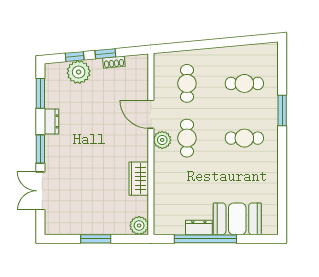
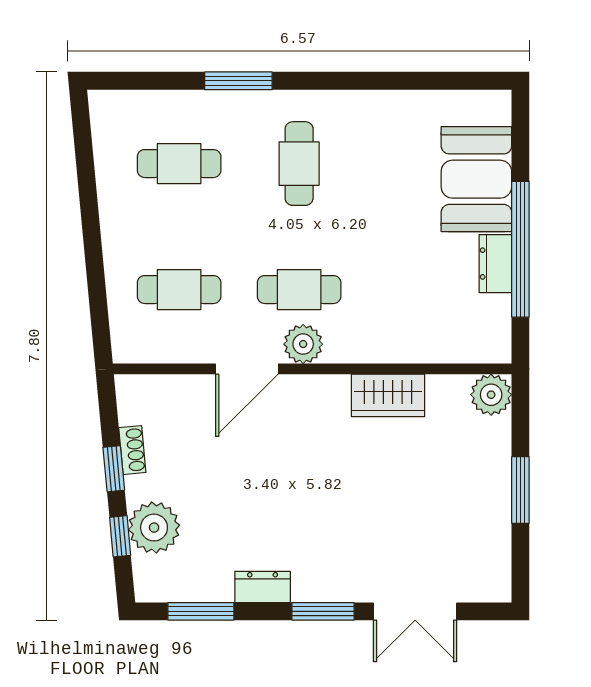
cafe table: (244, 83) -> (179, 164), turned 90

